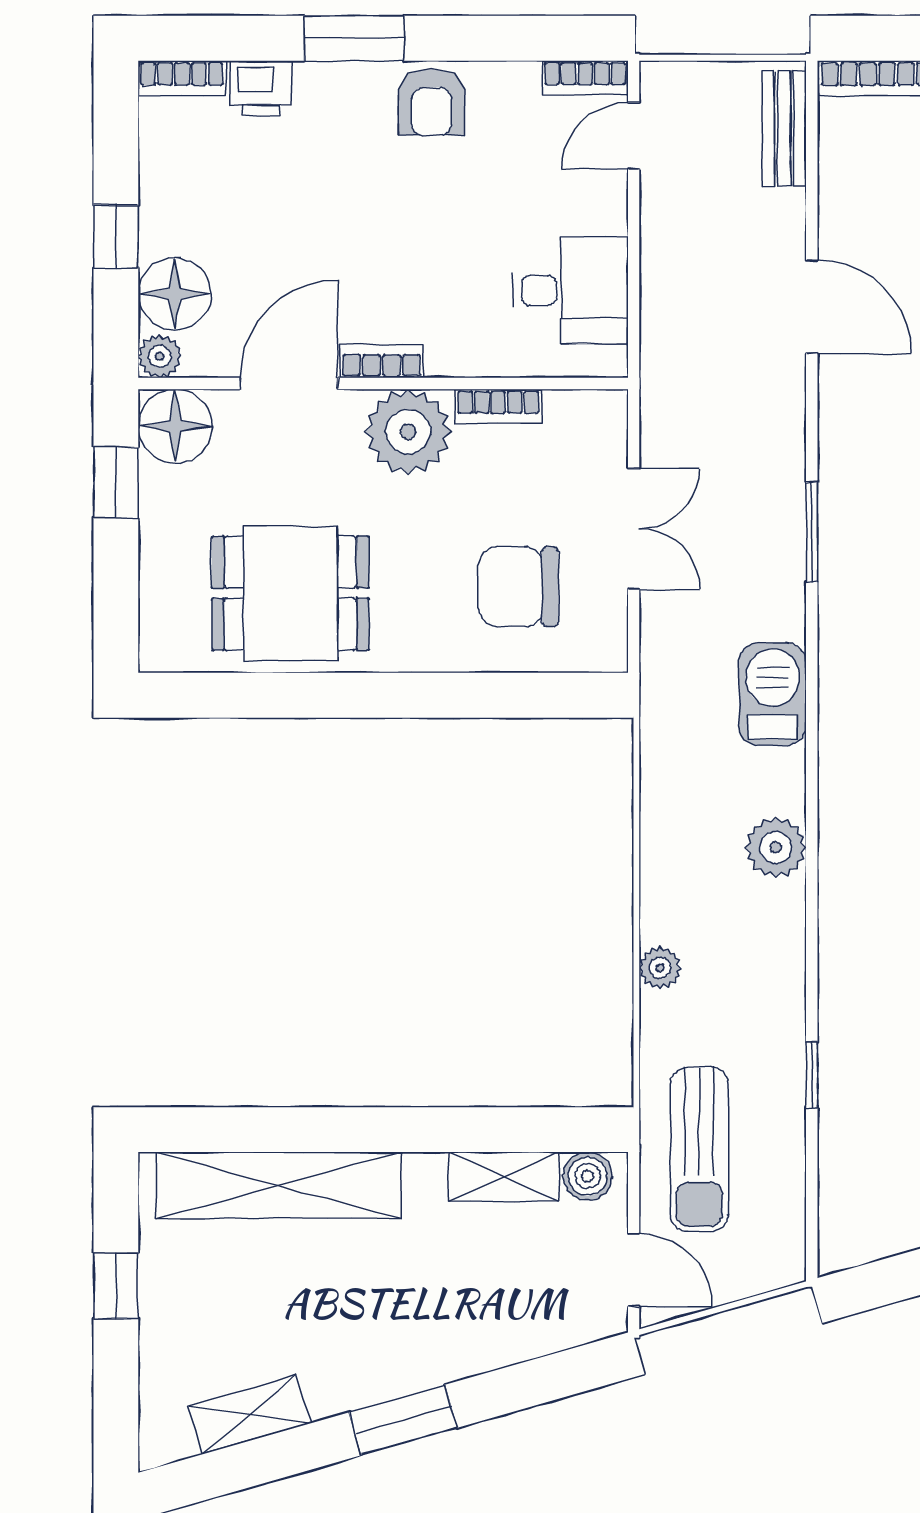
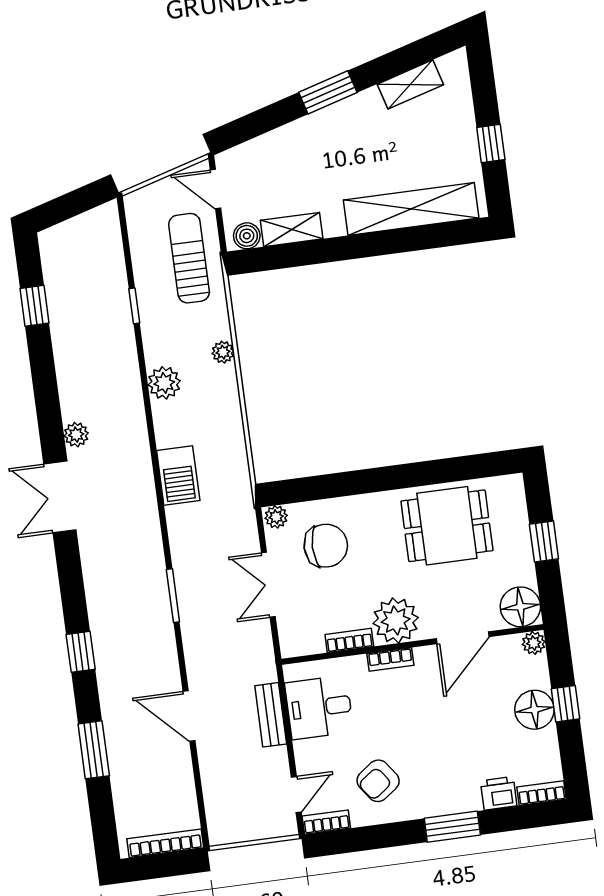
armchair: (431, 102) -> (378, 781), moved, turned -126
bench: (784, 128) -> (271, 715), moved
floor lamp: (174, 294) -> (534, 710), moved
bookcase: (382, 361) -> (390, 659), moved
window: (116, 483) -> (544, 542), moved
plant: (603, 652) -> (276, 517), added
barbecue: (773, 694) -> (178, 476), moved
plant: (776, 847) -> (164, 383), moved

